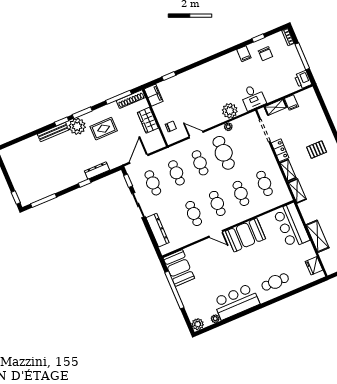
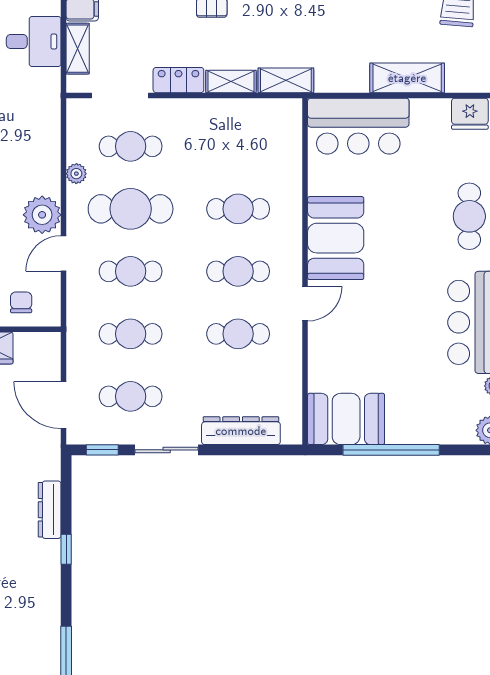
desk: (253, 97) -> (34, 41), moved
plant: (230, 111) -> (42, 215), moved
cafe table: (264, 183) -> (131, 146), moved

